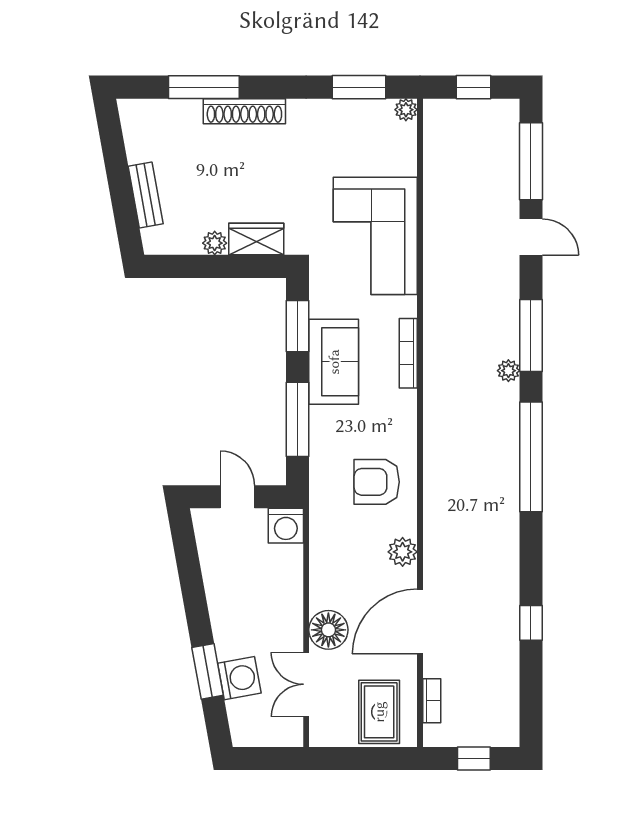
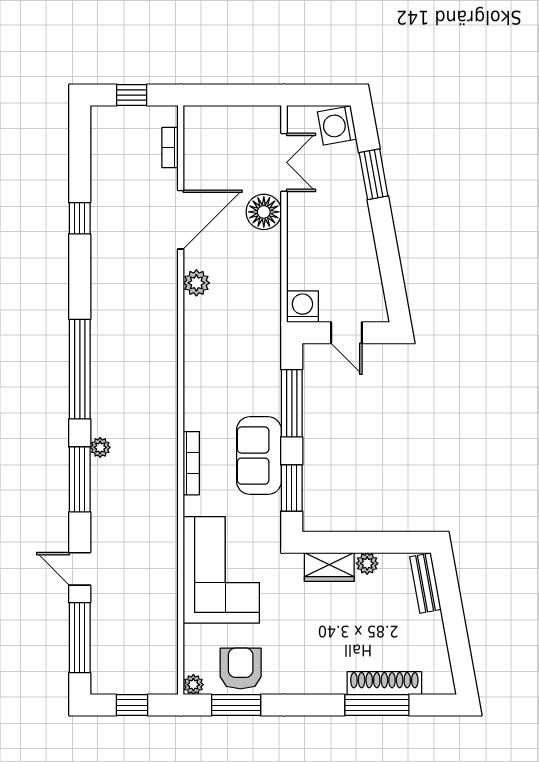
shoe rack: (244, 111) -> (384, 683), moved
bench: (146, 195) -> (425, 583), moved
armchair: (377, 482) -> (241, 668), moved, turned -90
washing machine: (239, 678) -> (337, 125), moved
rug: (379, 712) -> (218, 138), removed

